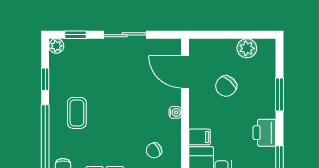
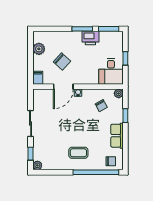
door: (185, 72) -> (63, 87), moved
window: (45, 79) -> (58, 172), removed
window: (280, 95) -> (82, 29), moved
filing cabinet: (199, 137) -> (38, 78), moved

